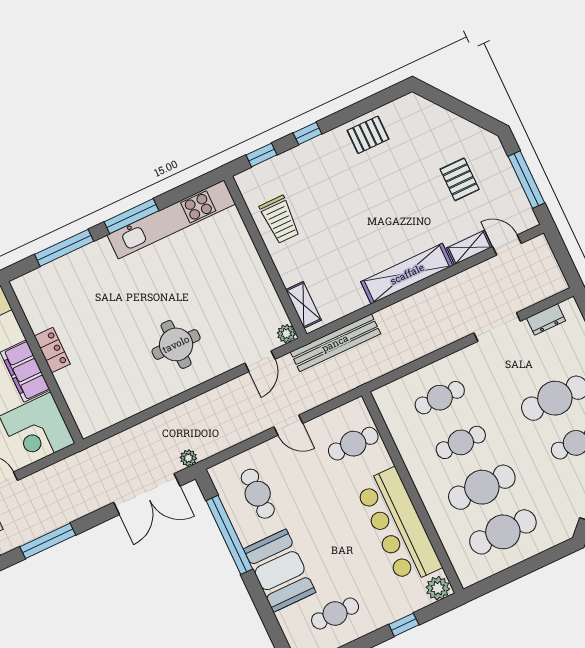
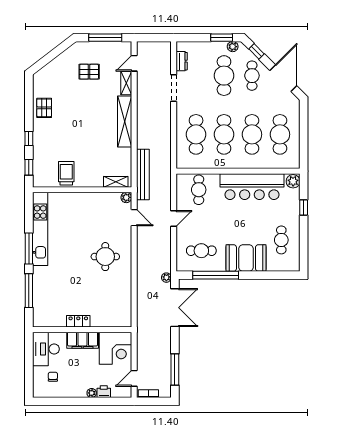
trolley: (280, 219) -> (66, 173), turned -90
cafe table: (440, 398) -> (196, 134), width x1.37, depth x1.35
cafe table: (461, 442) -> (224, 134), width x1.37, depth x1.35

